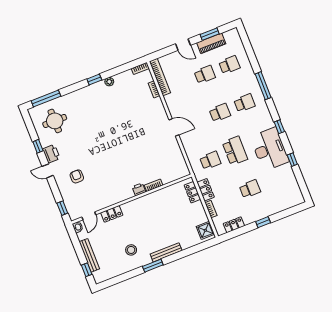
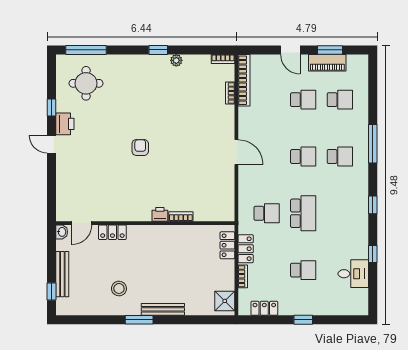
desk: (270, 149) -> (353, 274), moved, width x0.53, depth x0.77
armchair: (77, 176) -> (140, 148), moved
window: (62, 208) -> (52, 200), removed

